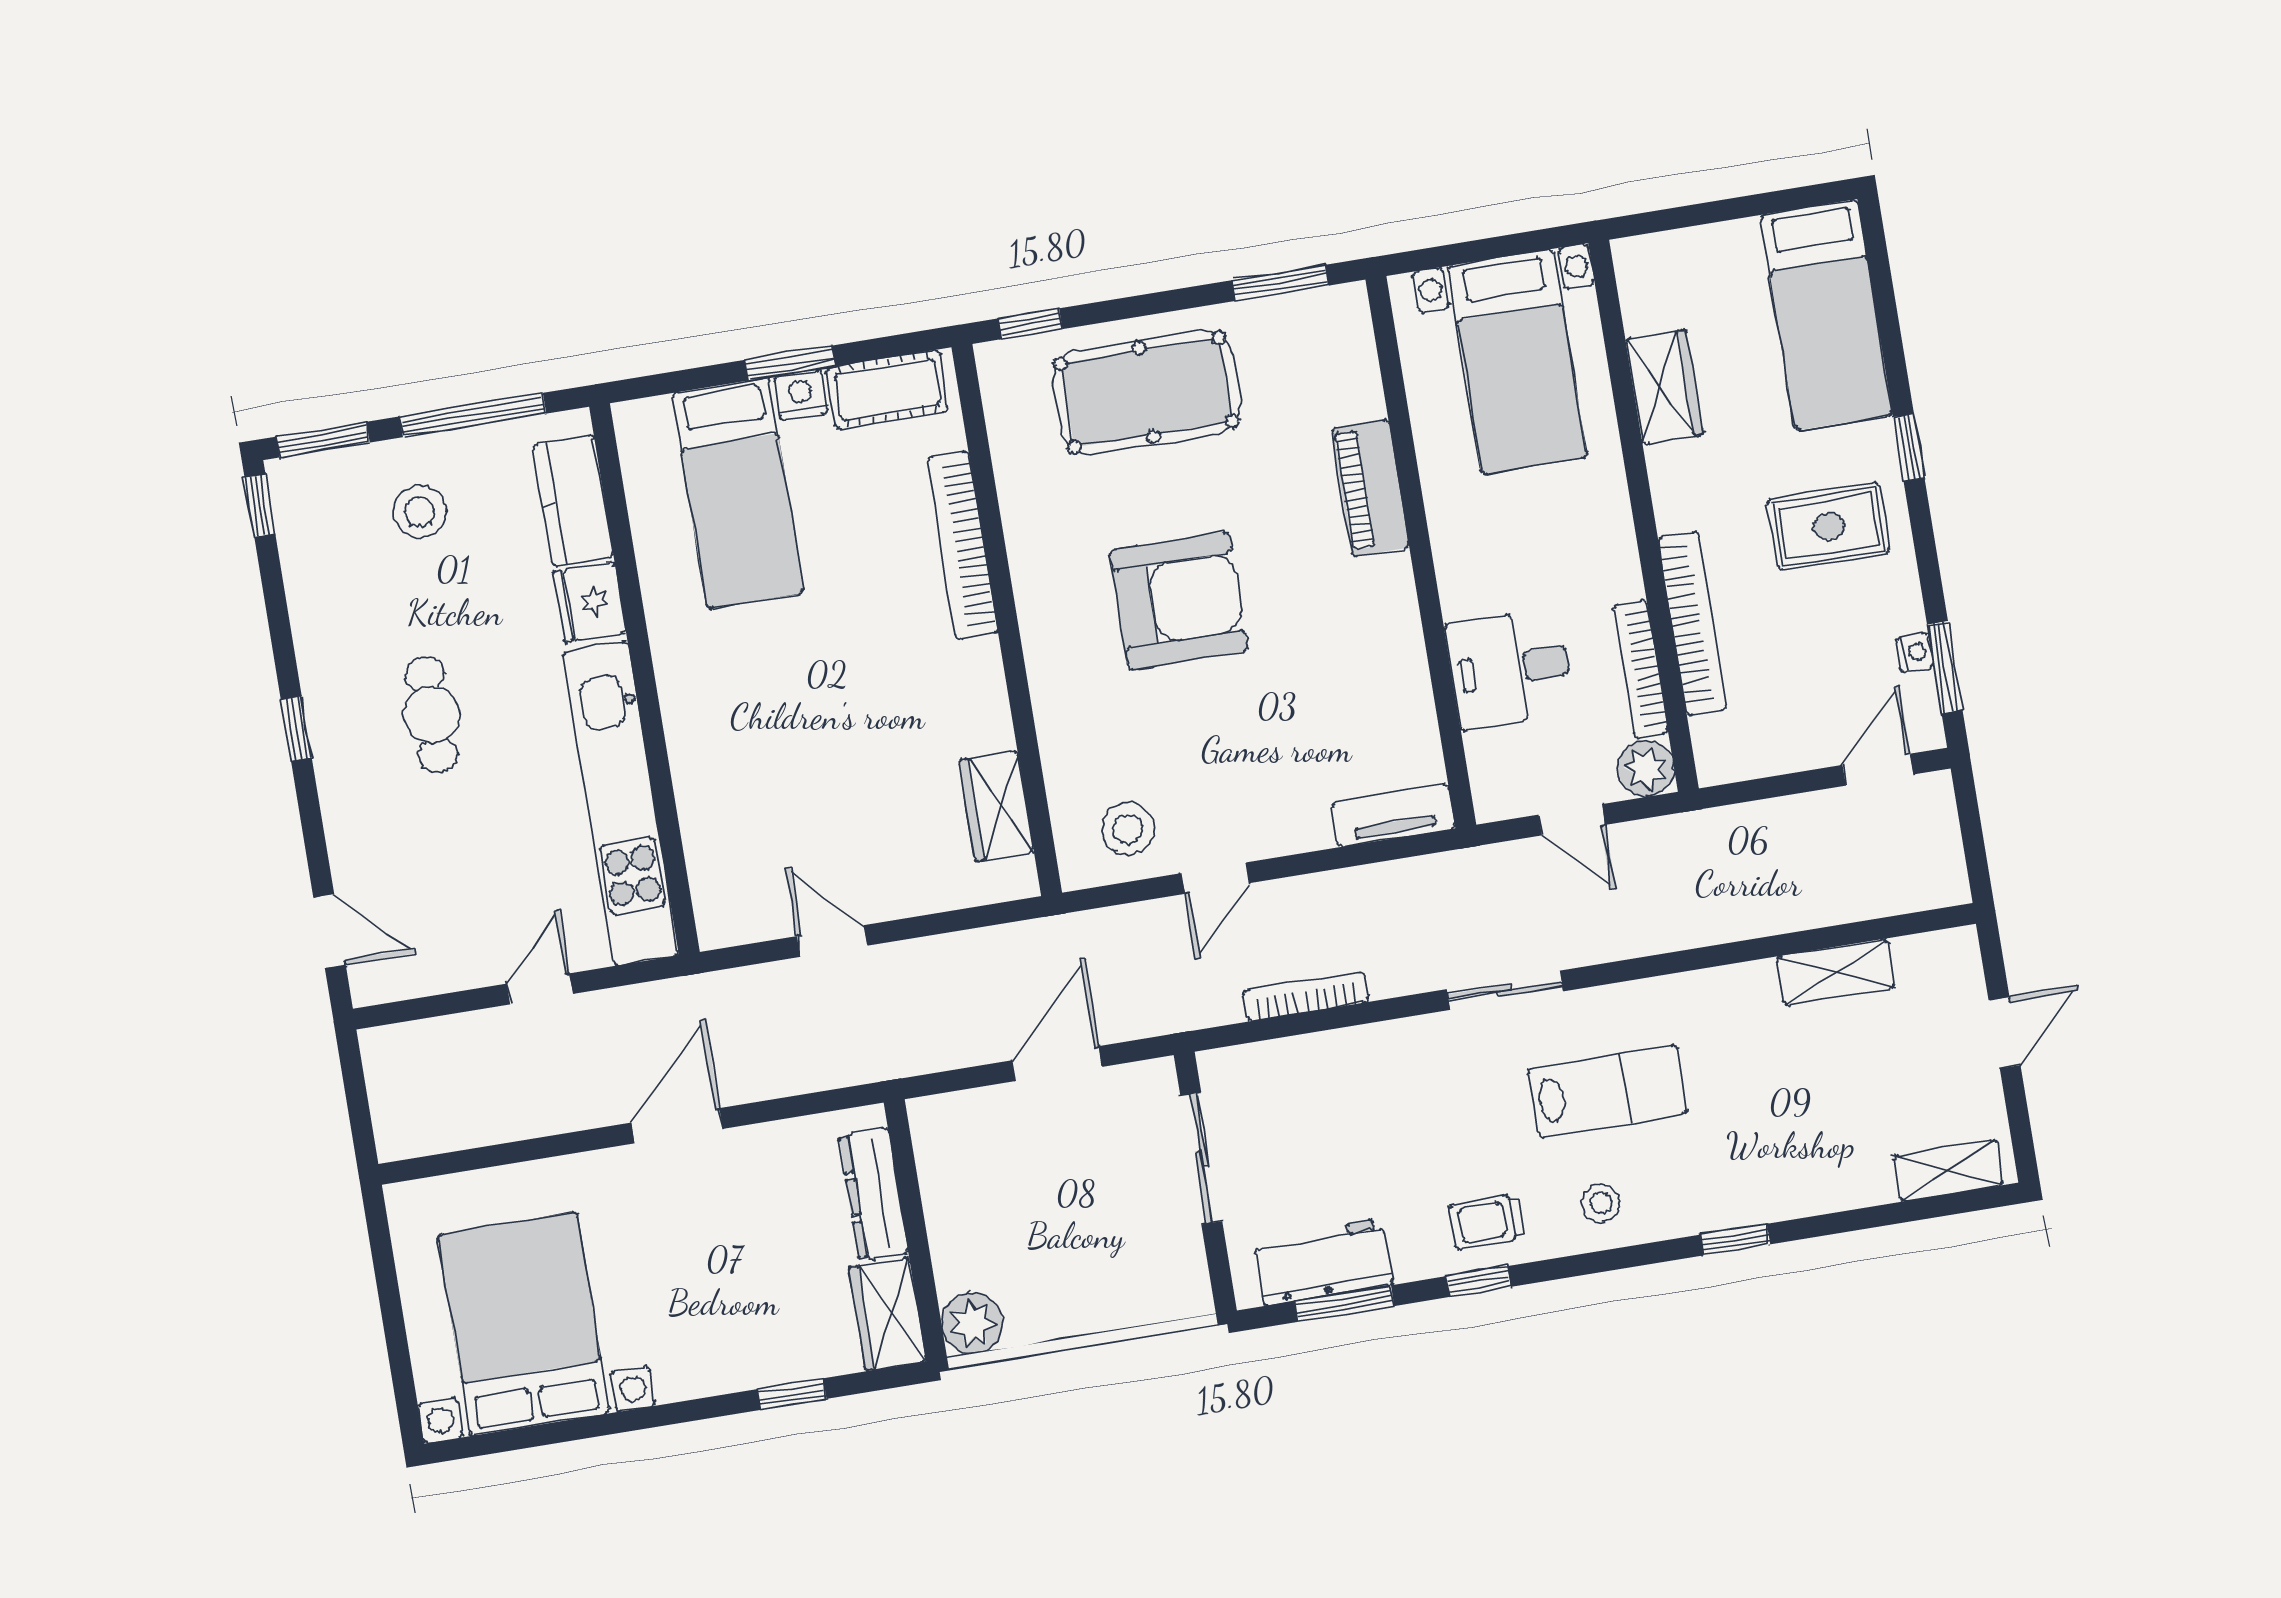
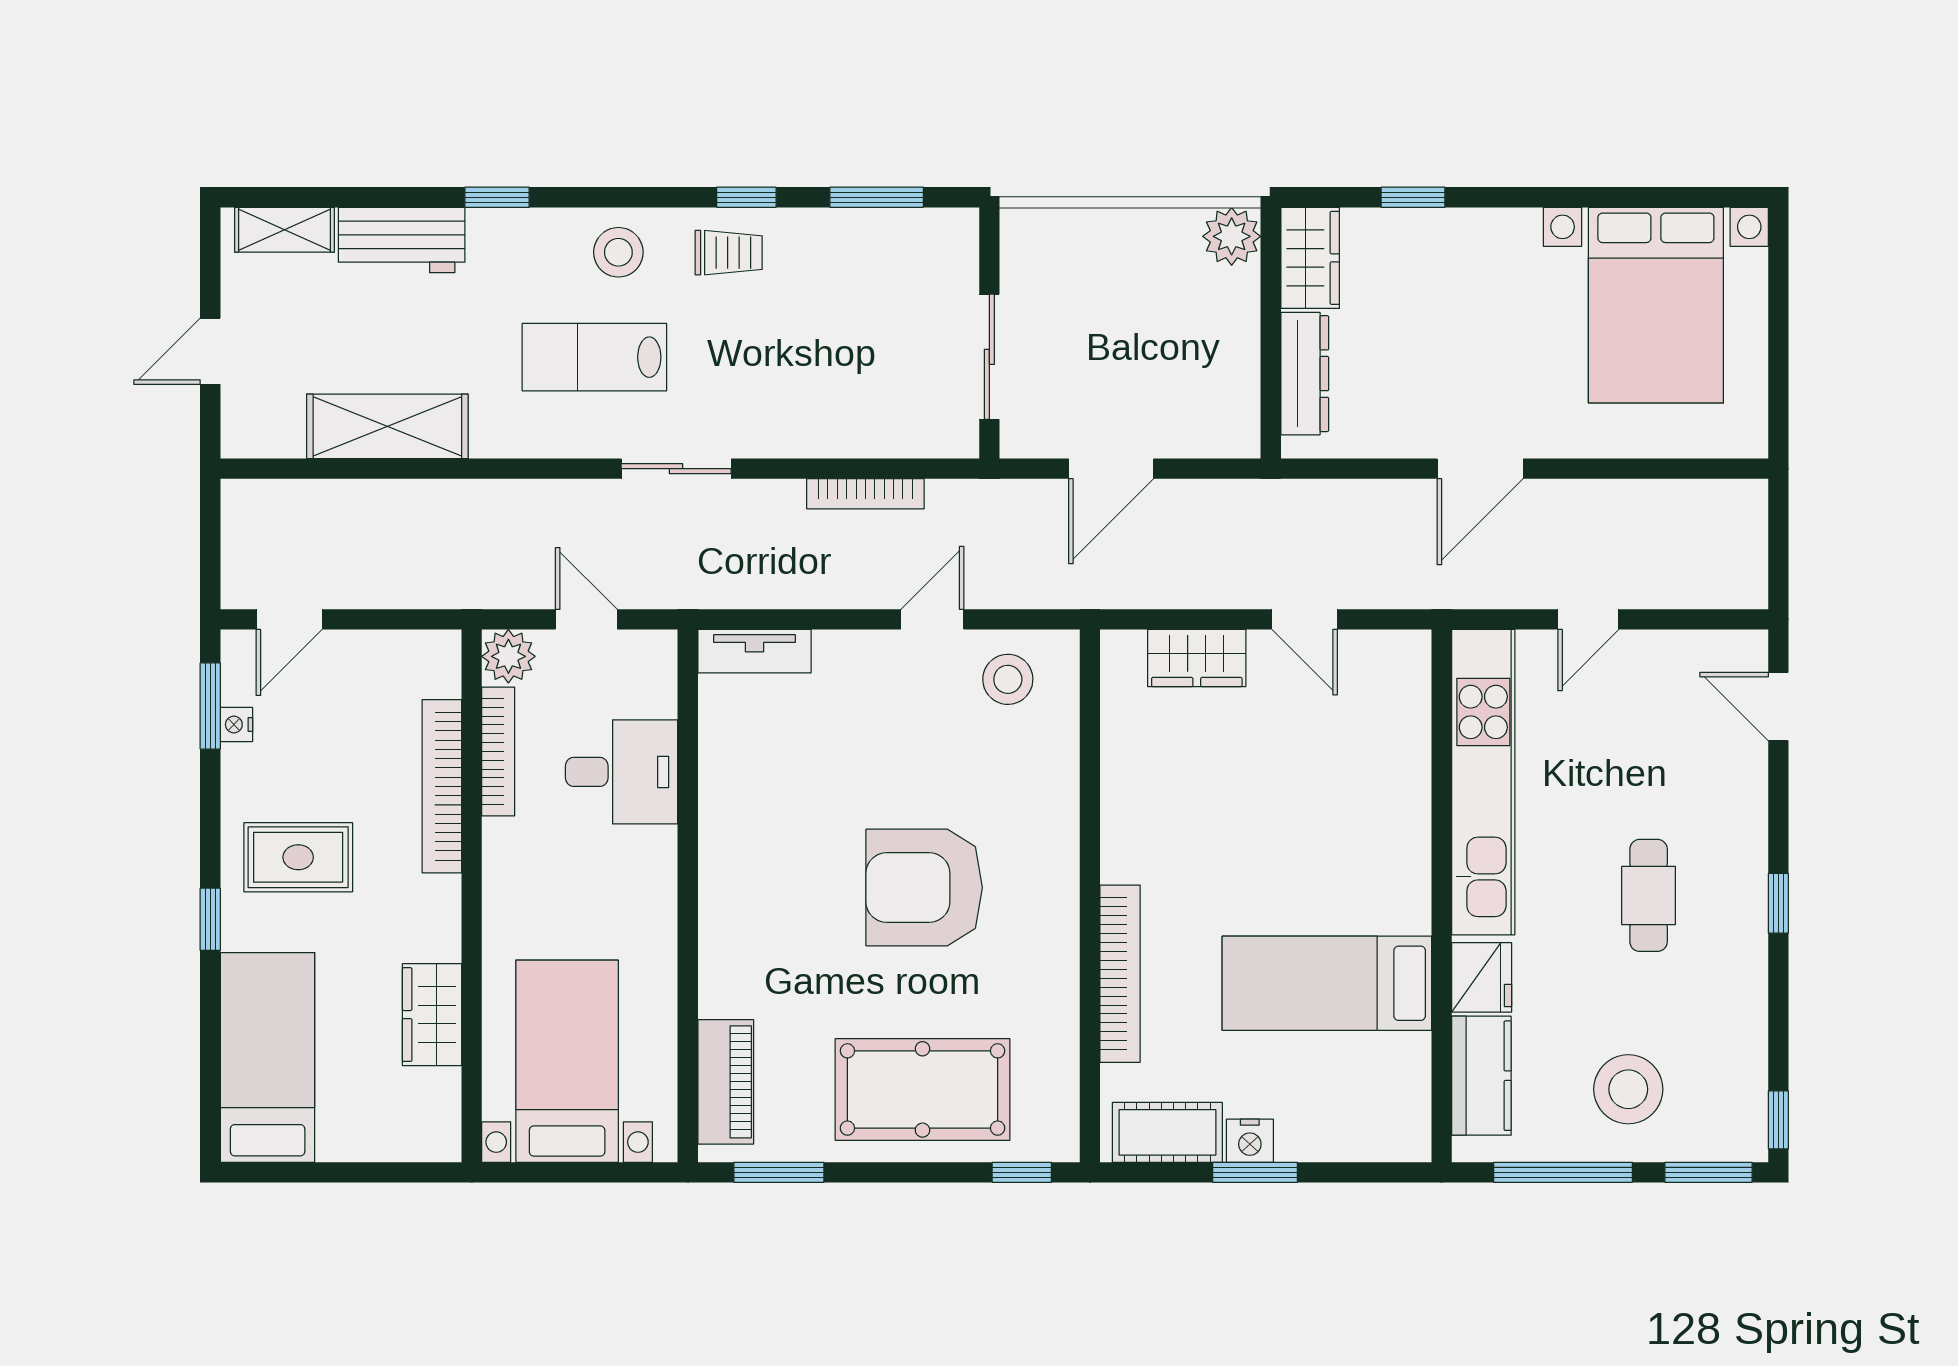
piano: (1370, 488) -> (726, 1082), moved
bed: (738, 493) -> (1327, 983), moved, turned -90
stool: (420, 512) -> (1628, 1089), width x1.38, depth x1.38
wardrobe: (996, 806) -> (1197, 658), moved, turned 90
shelving: (1836, 972) -> (387, 426), width x1.50, depth x1.33
stool: (1601, 1203) -> (618, 252), width x1.37, depth x1.37
workbench: (1323, 1262) -> (402, 240), moved

